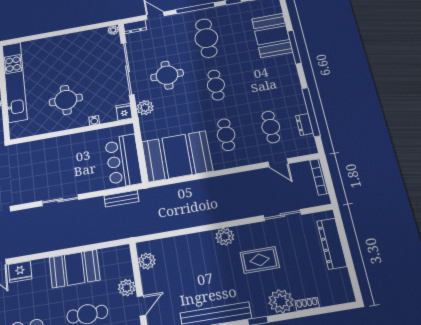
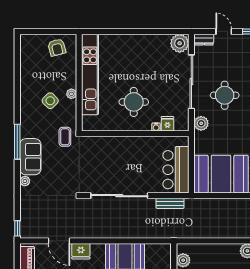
plant: (113, 30) -> (180, 43), width x1.88, depth x1.88
fridge: (124, 112) -> (167, 124), moved
sliding door: (60, 200) -> (119, 196), width x1.86

